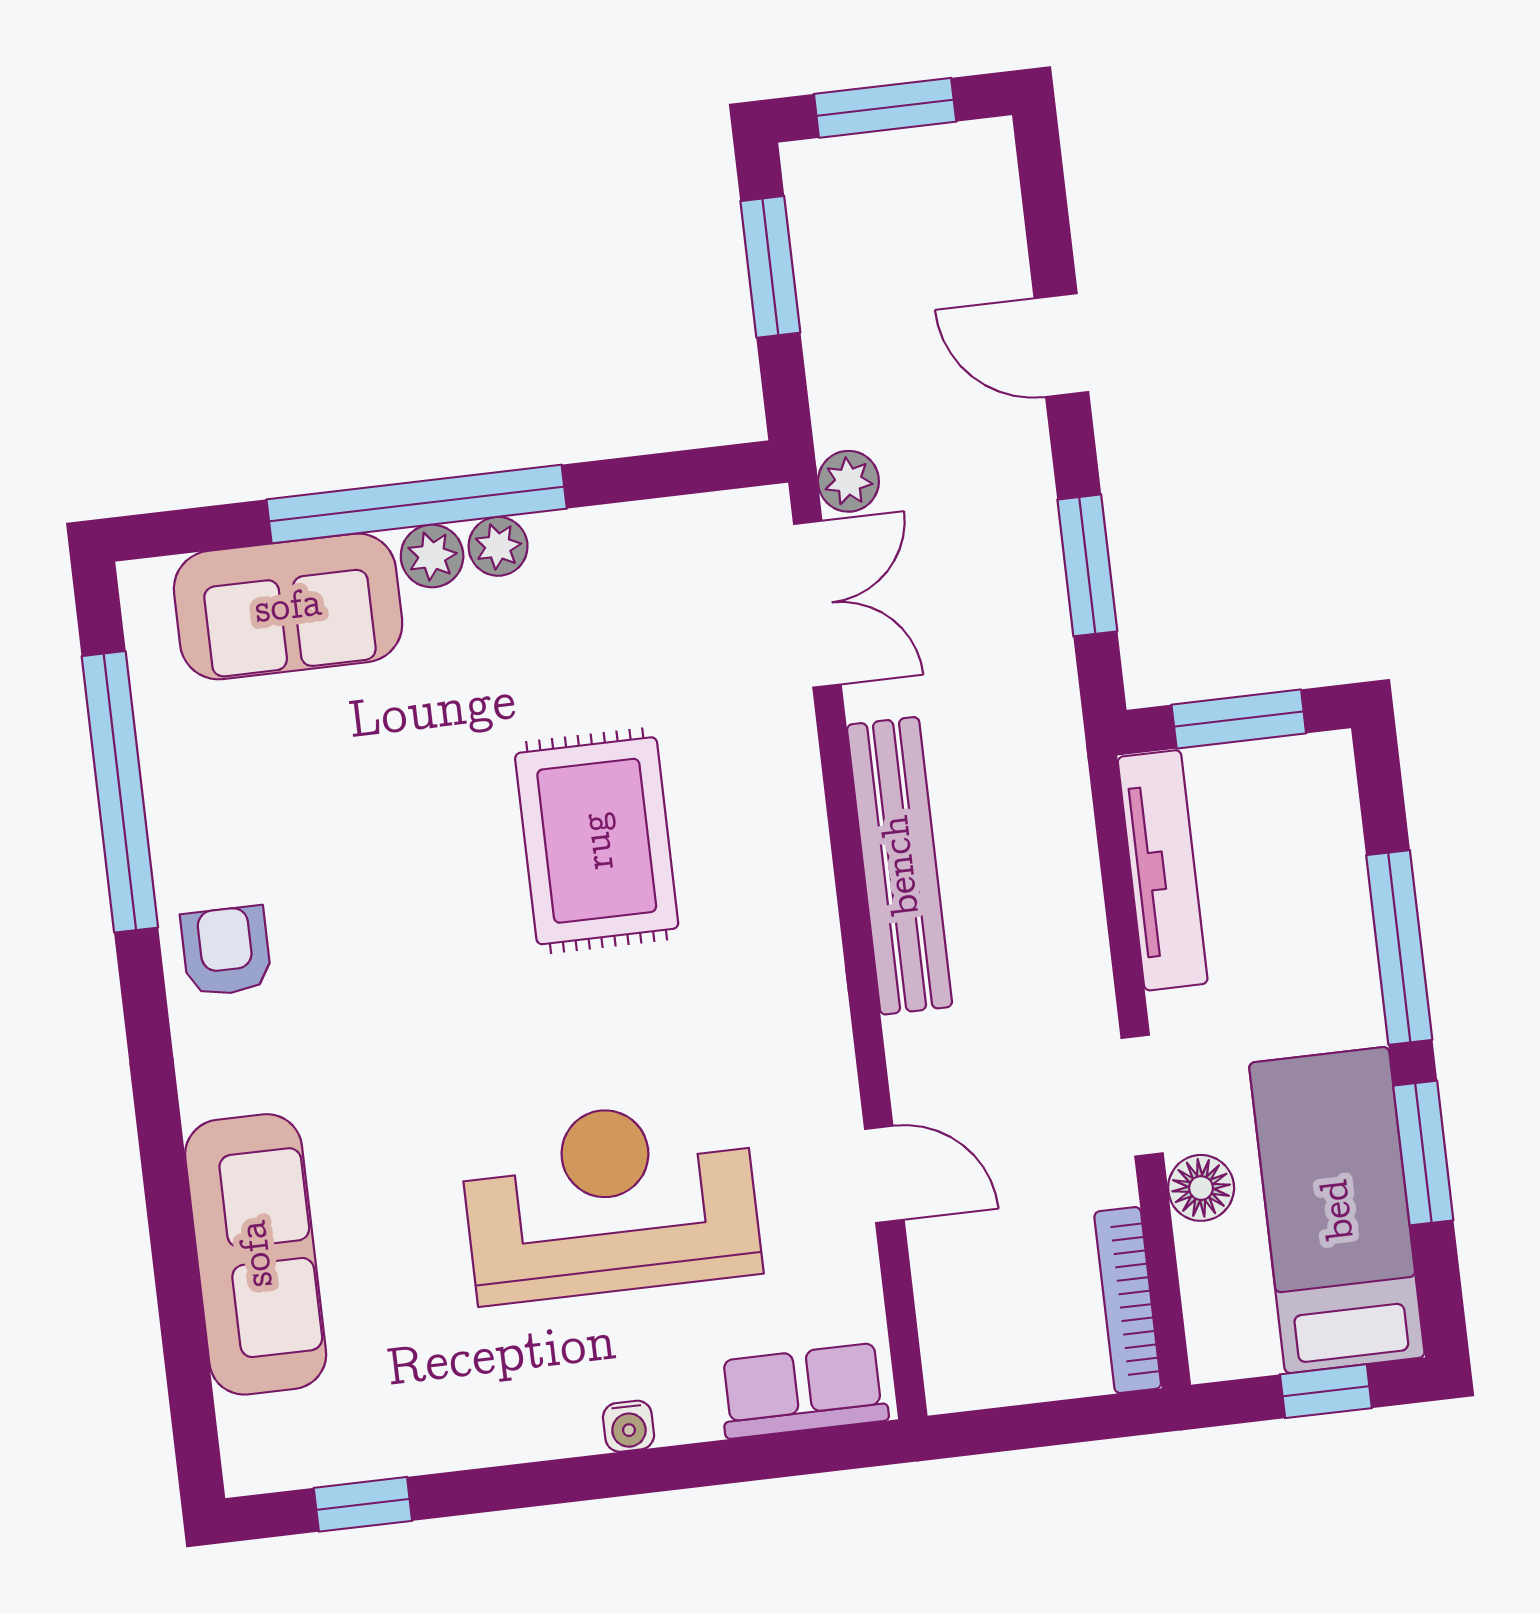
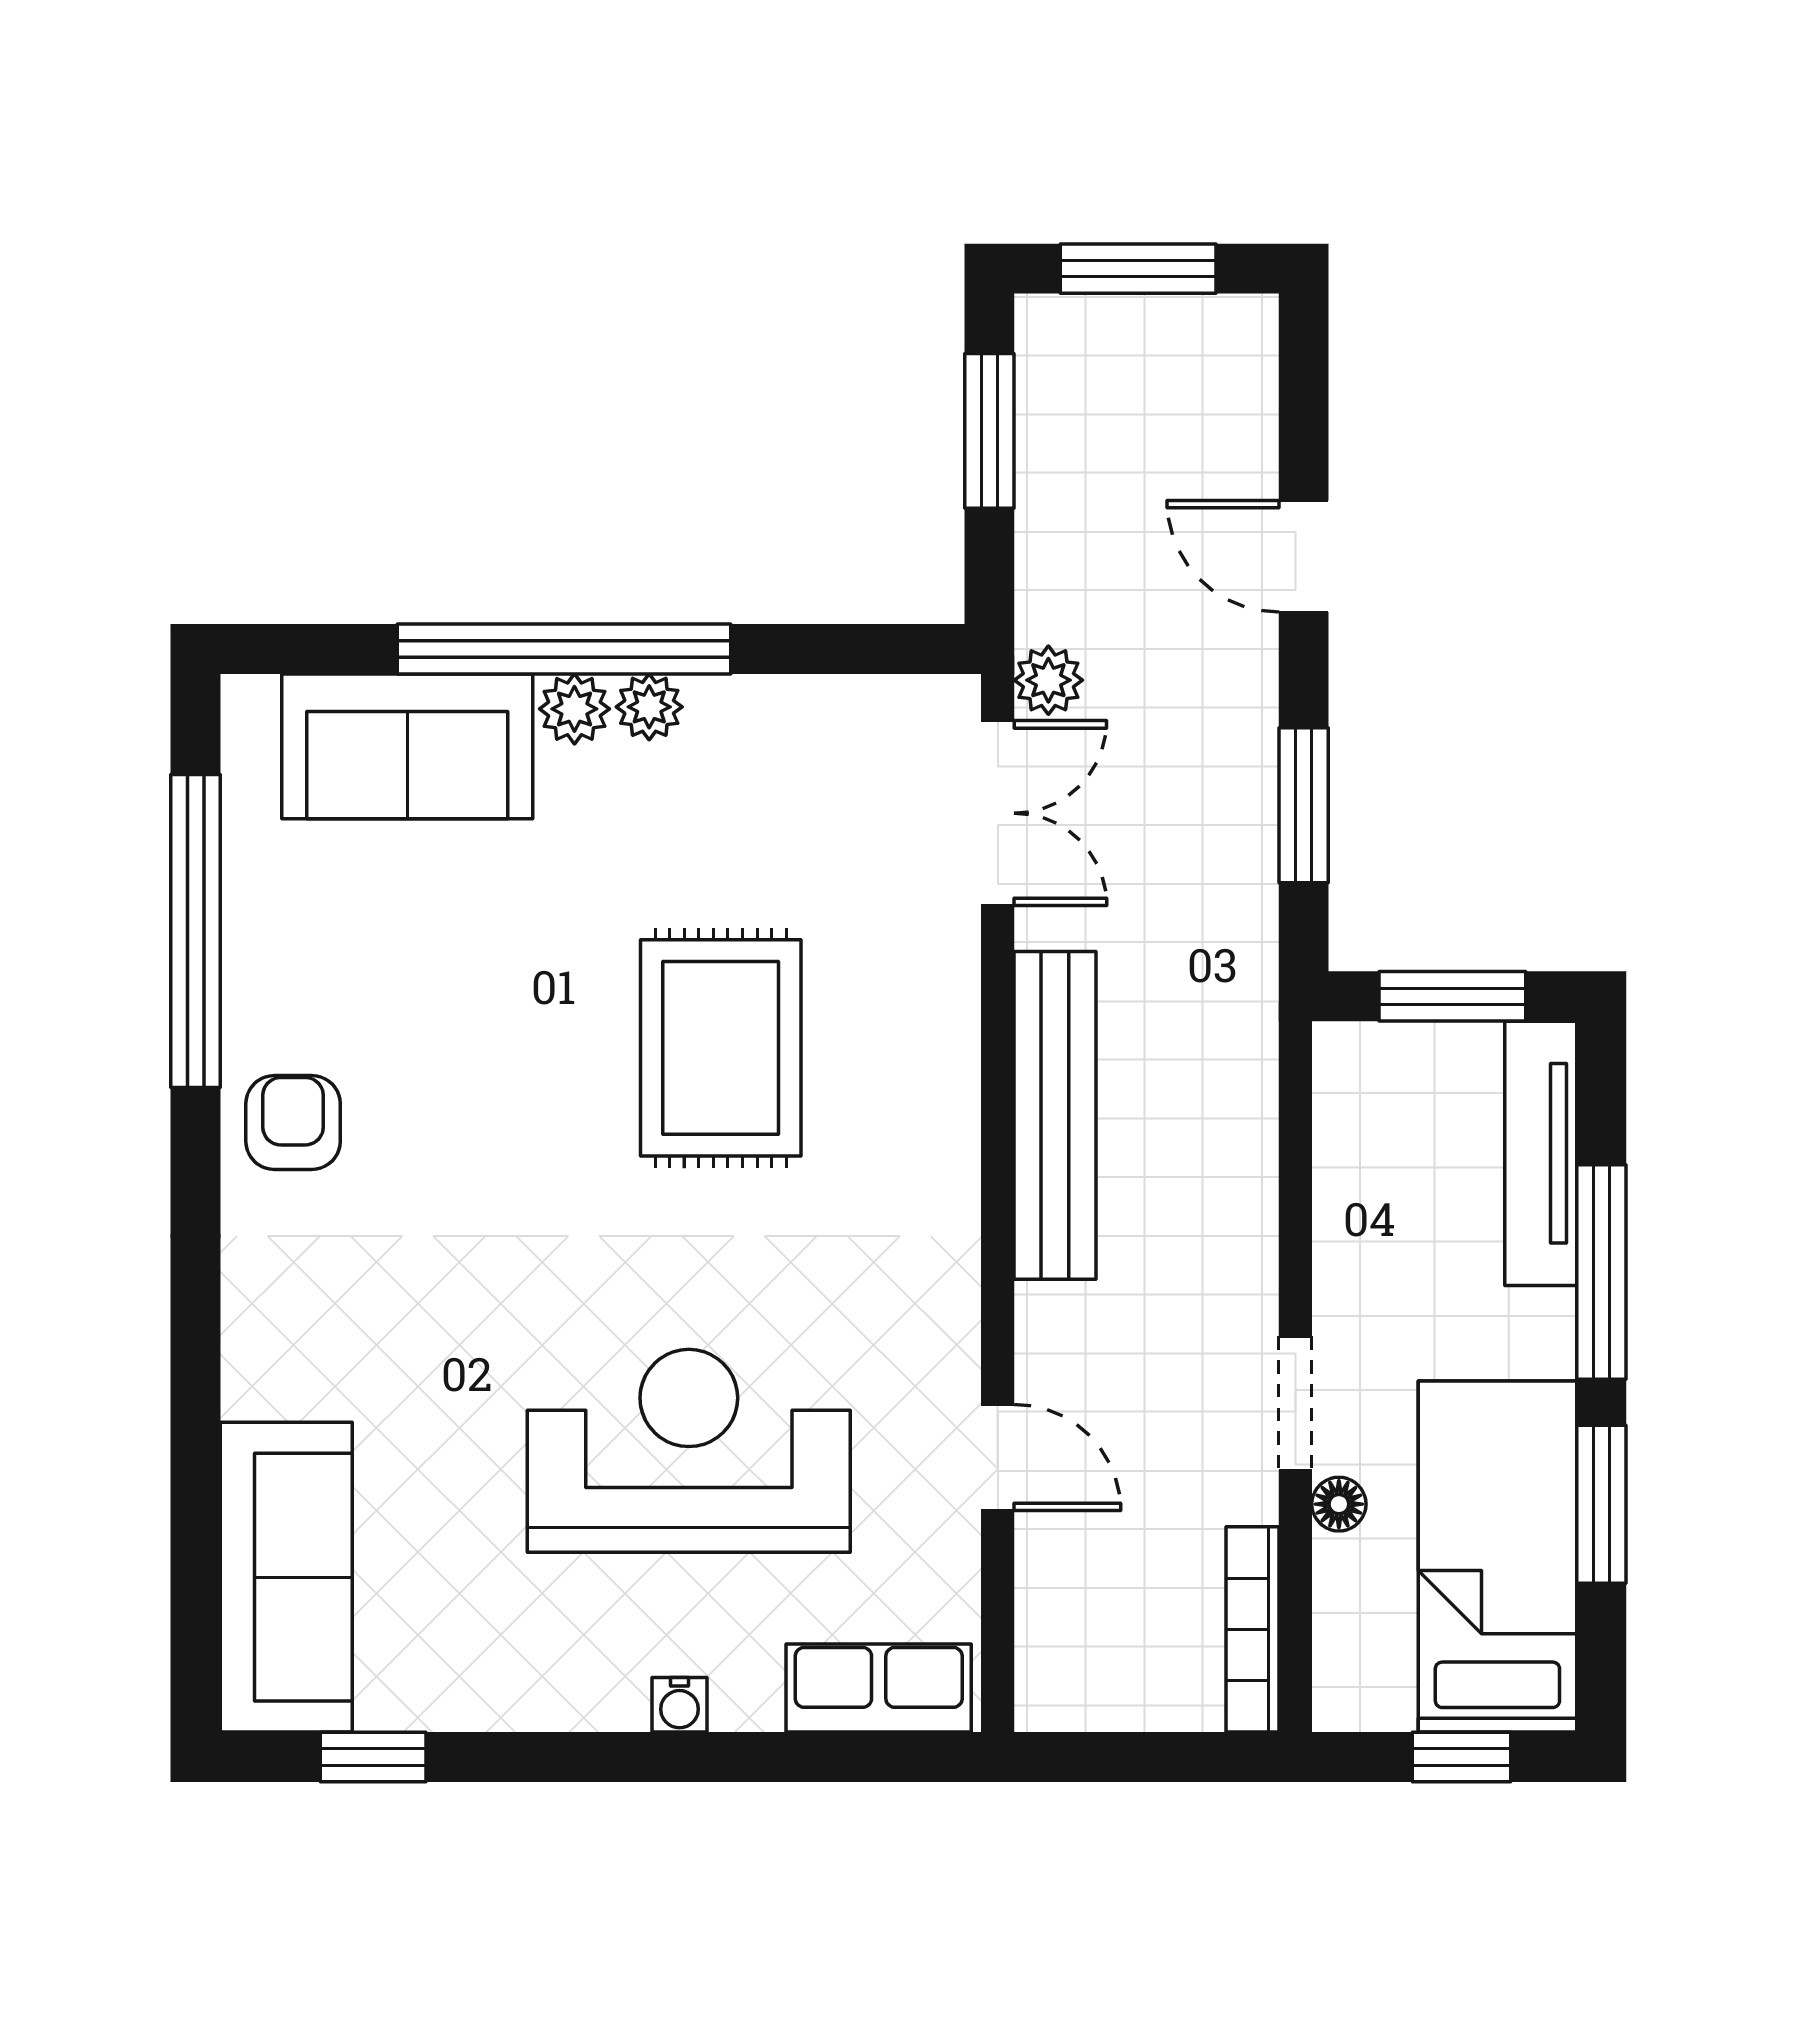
tv unit: (1163, 870) -> (1541, 1153), moved, turned 180
floor lamp: (1201, 1188) -> (1339, 1504), width x0.73, depth x0.73
sofa: (256, 1254) -> (286, 1577), moved

